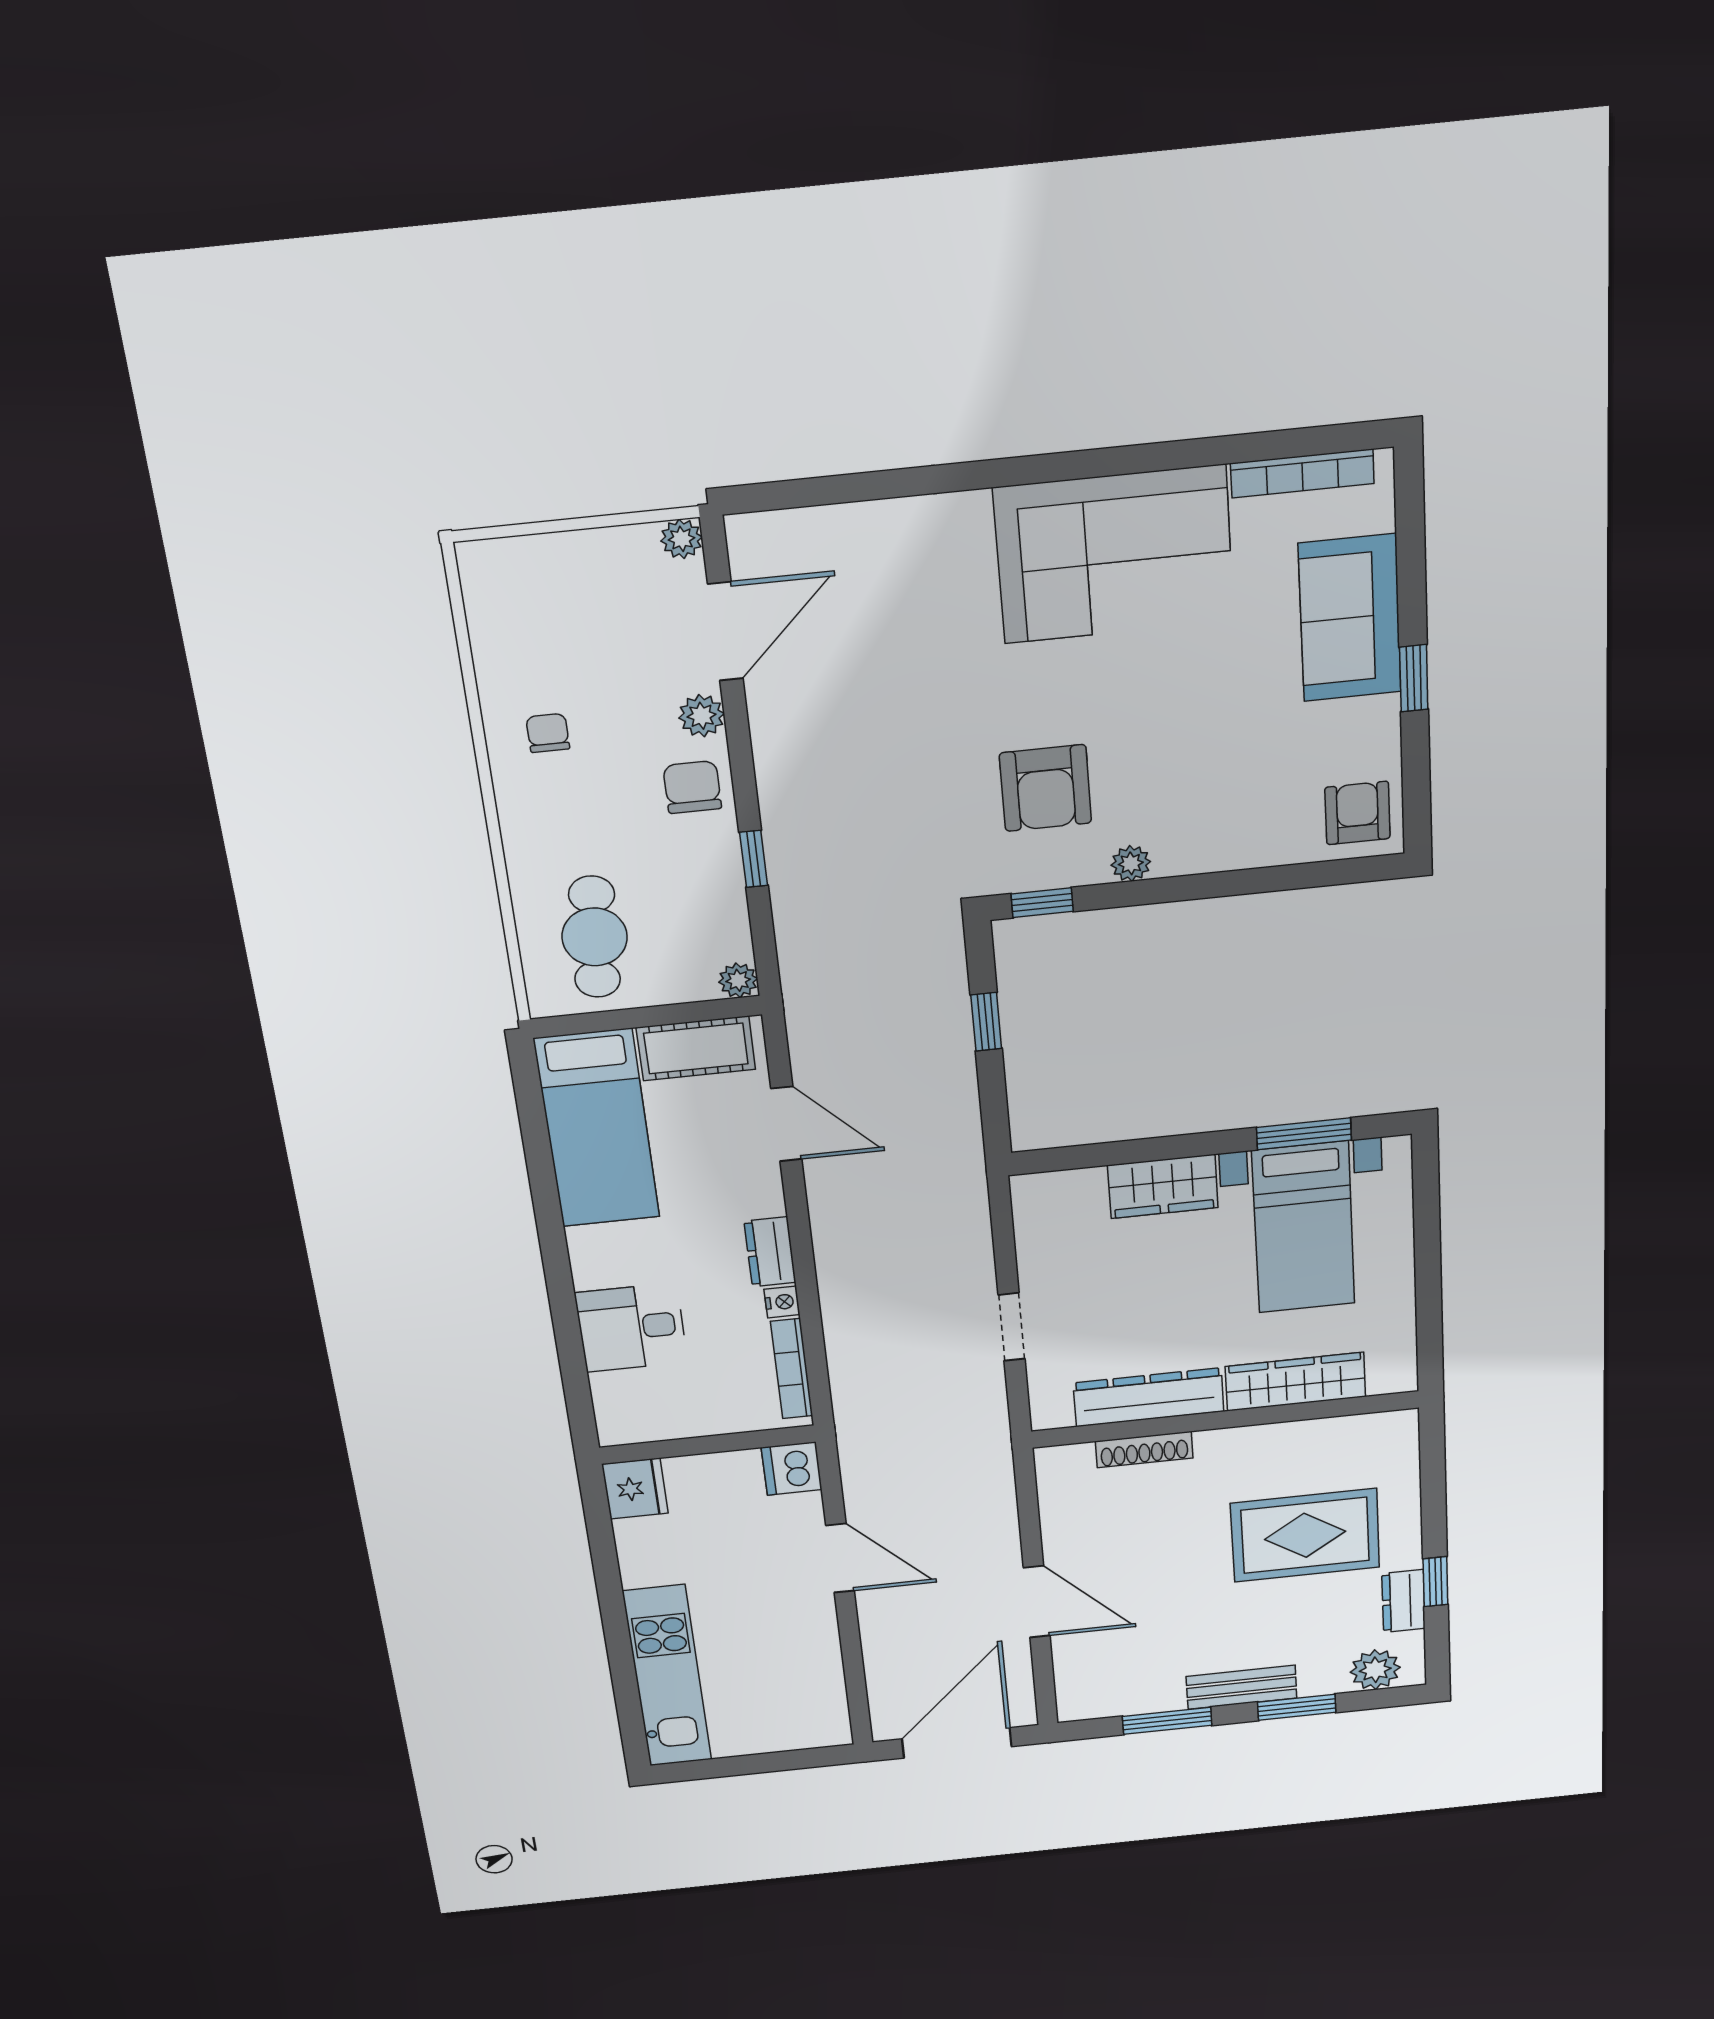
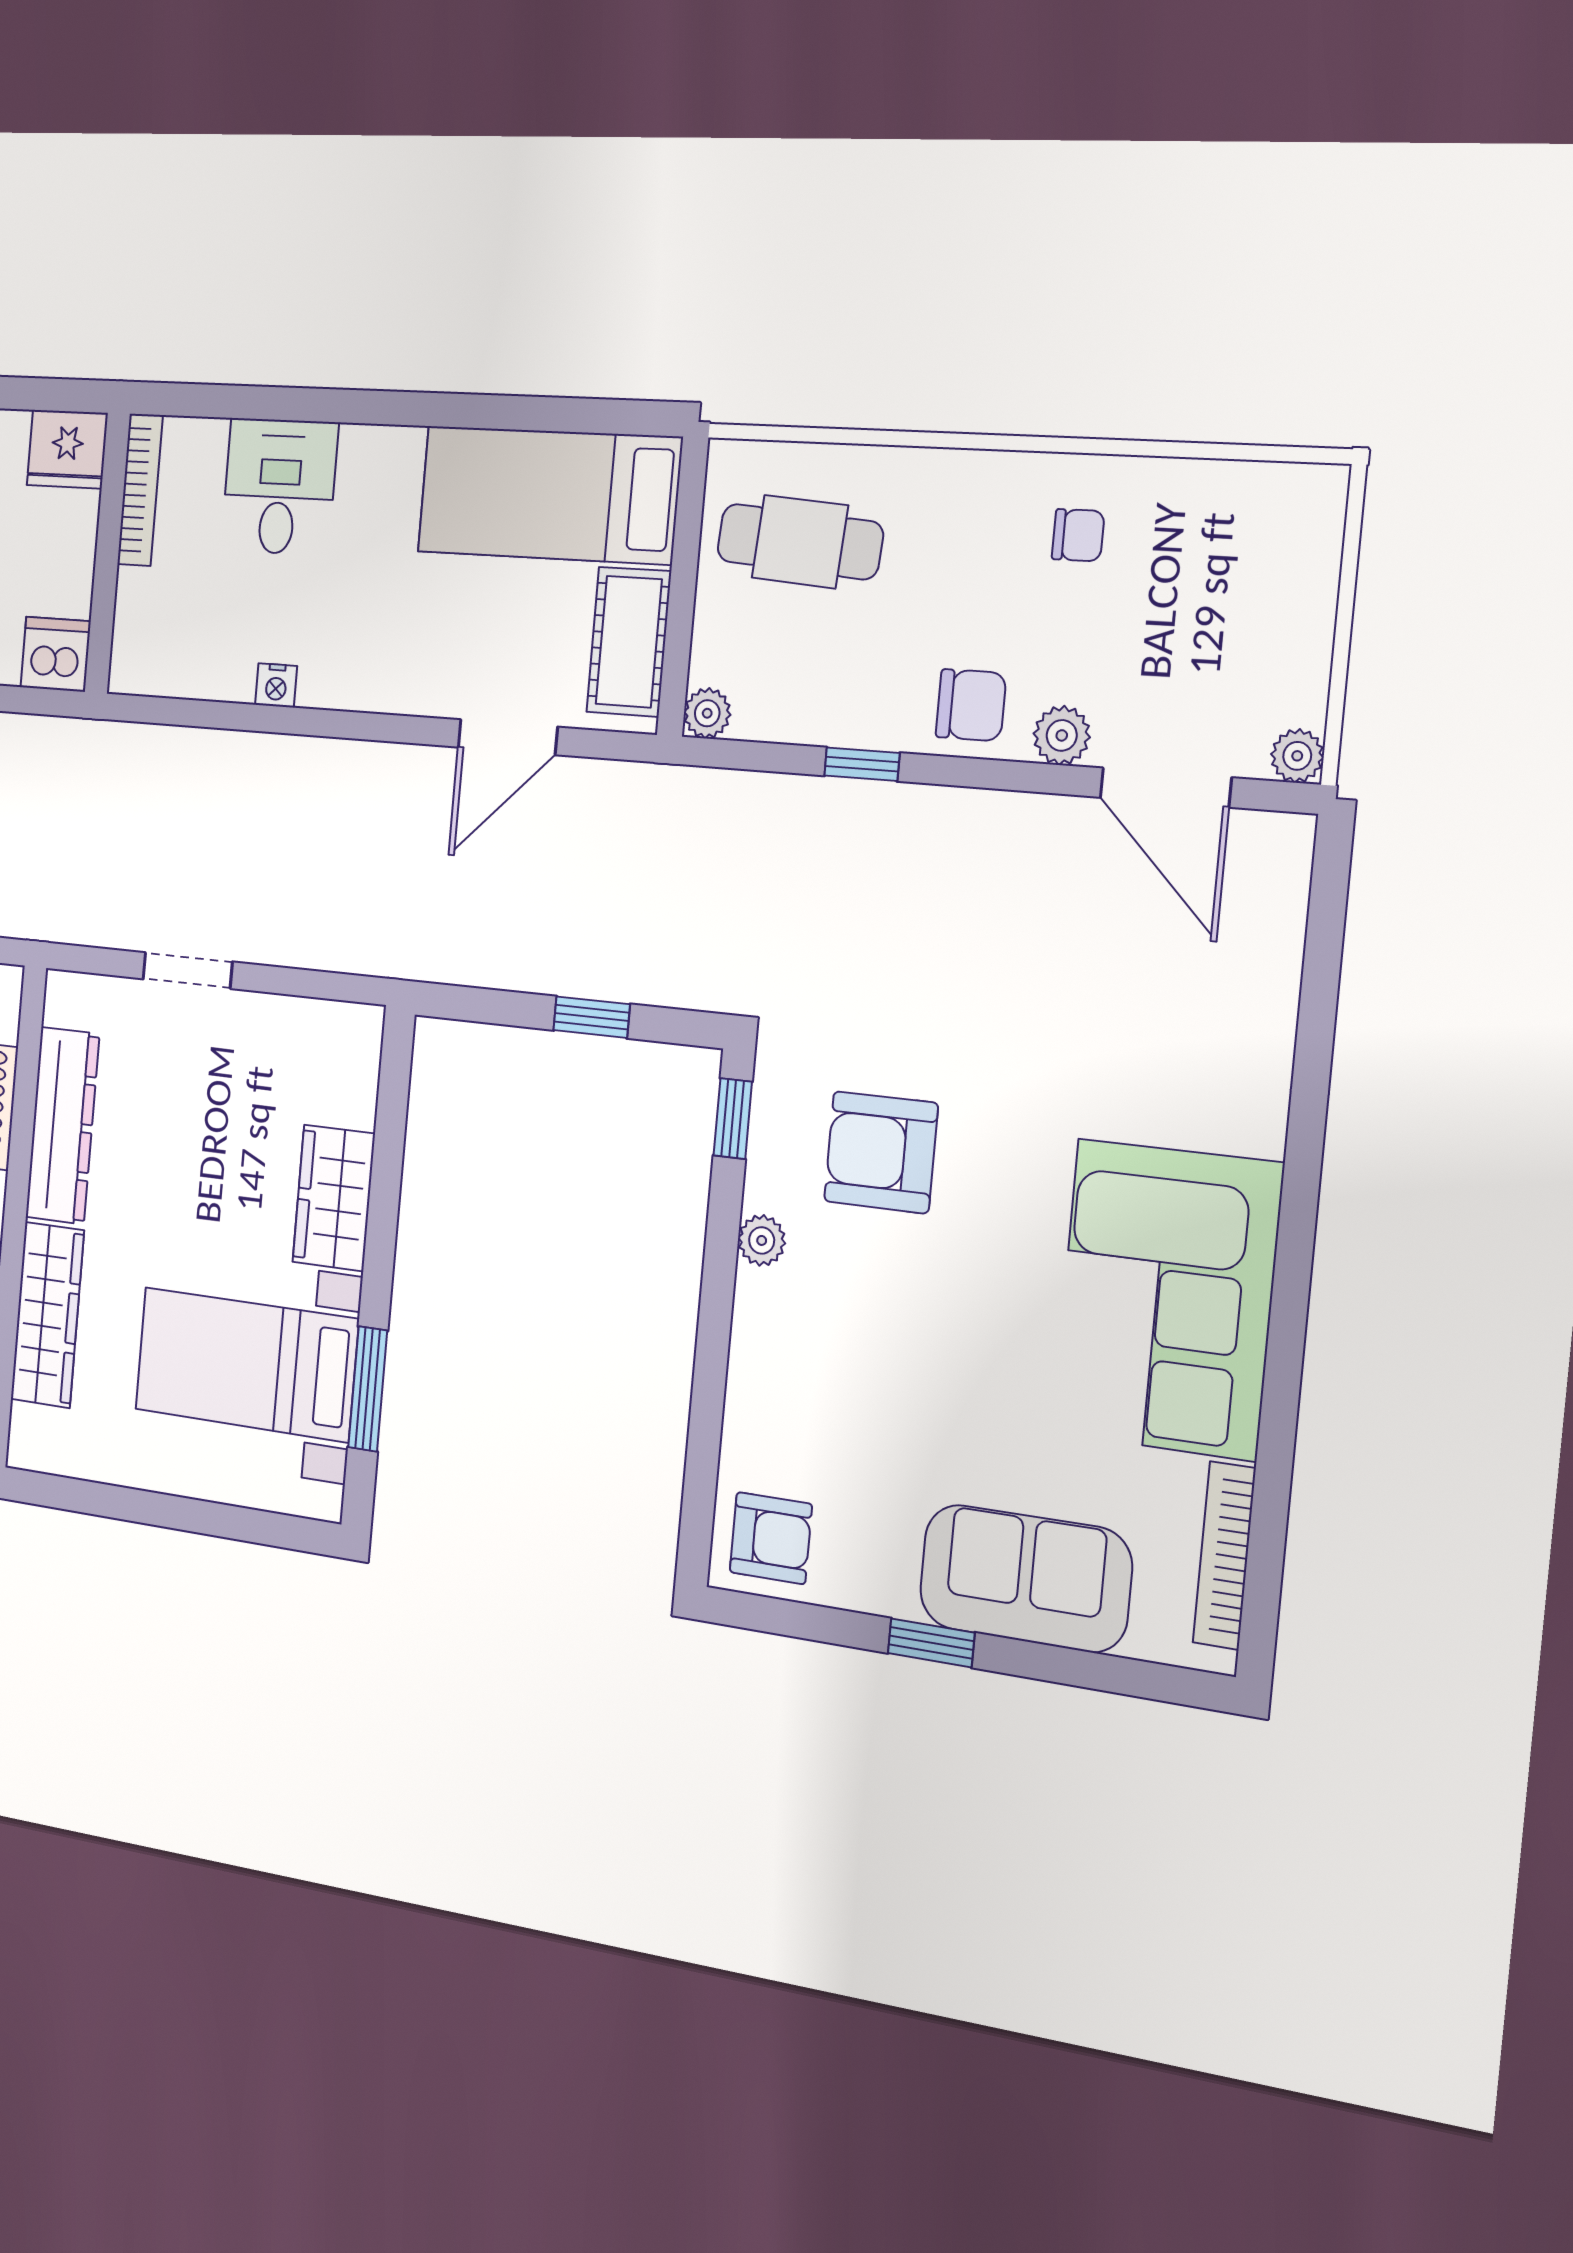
dresser: (770, 1252) -> (345, 683), removed
bookcase: (792, 1369) -> (140, 490), moved, turned 90

